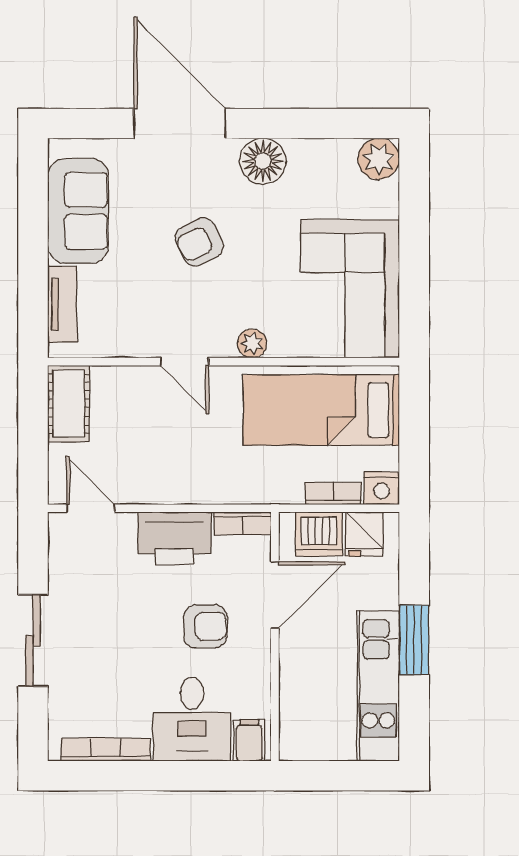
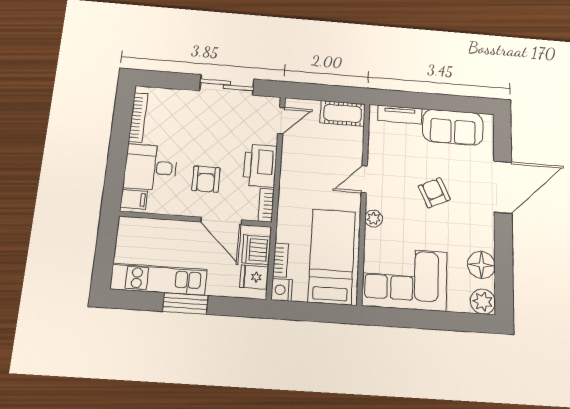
floor lamp: (263, 161) -> (481, 265), moved
sliding door: (33, 641) -> (227, 85), moved

